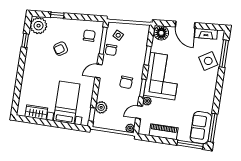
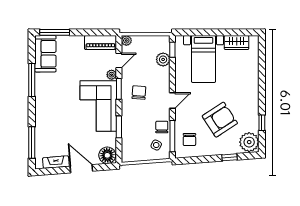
armchair: (61, 49) -> (220, 120), width x1.88, depth x1.88
side table: (208, 61) -> (49, 131), removed
window: (213, 128) -> (32, 80), moved
piano: (164, 132) -> (101, 43), moved

